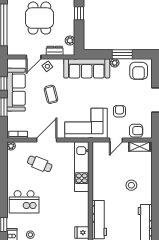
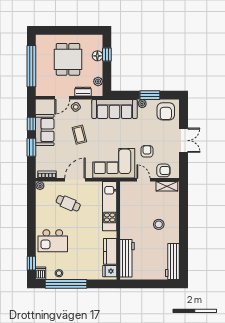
floor lamp: (69, 15) -> (97, 56), added
sofa: (16, 90) -> (45, 130), width x0.73
door: (116, 140) -> (143, 180), swing flipped
kitchen counter: (82, 213) -> (110, 251), added

